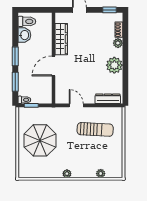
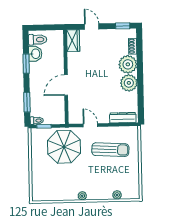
wardrobe: (61, 39) -> (73, 41), moved, width x0.67
plant: (118, 43) -> (128, 64), width x1.87, depth x1.87
window: (15, 56) -> (26, 64), moved
parasol: (40, 140) -> (64, 147), moved

